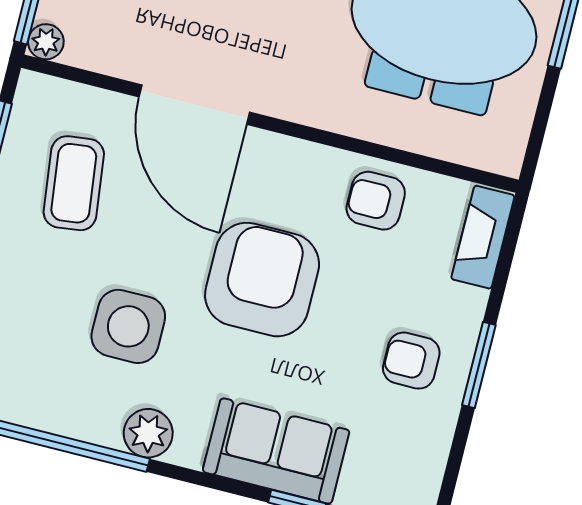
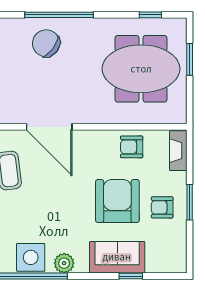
armchair: (262, 280) -> (117, 201), moved
side table: (128, 326) -> (31, 257), moved

